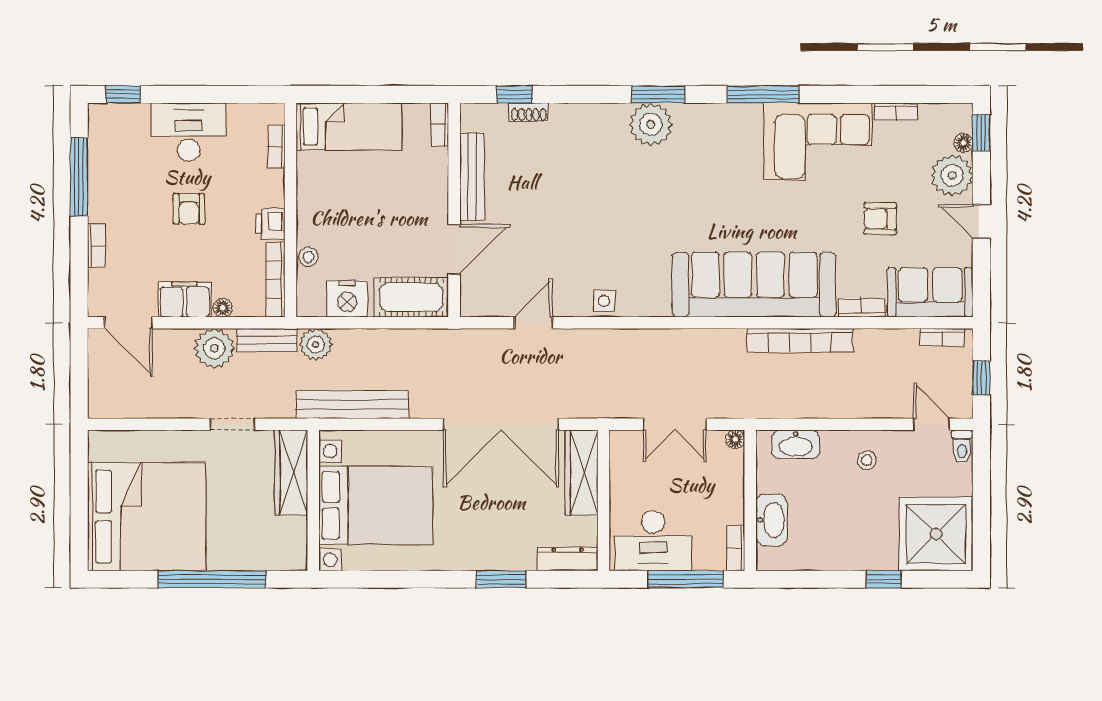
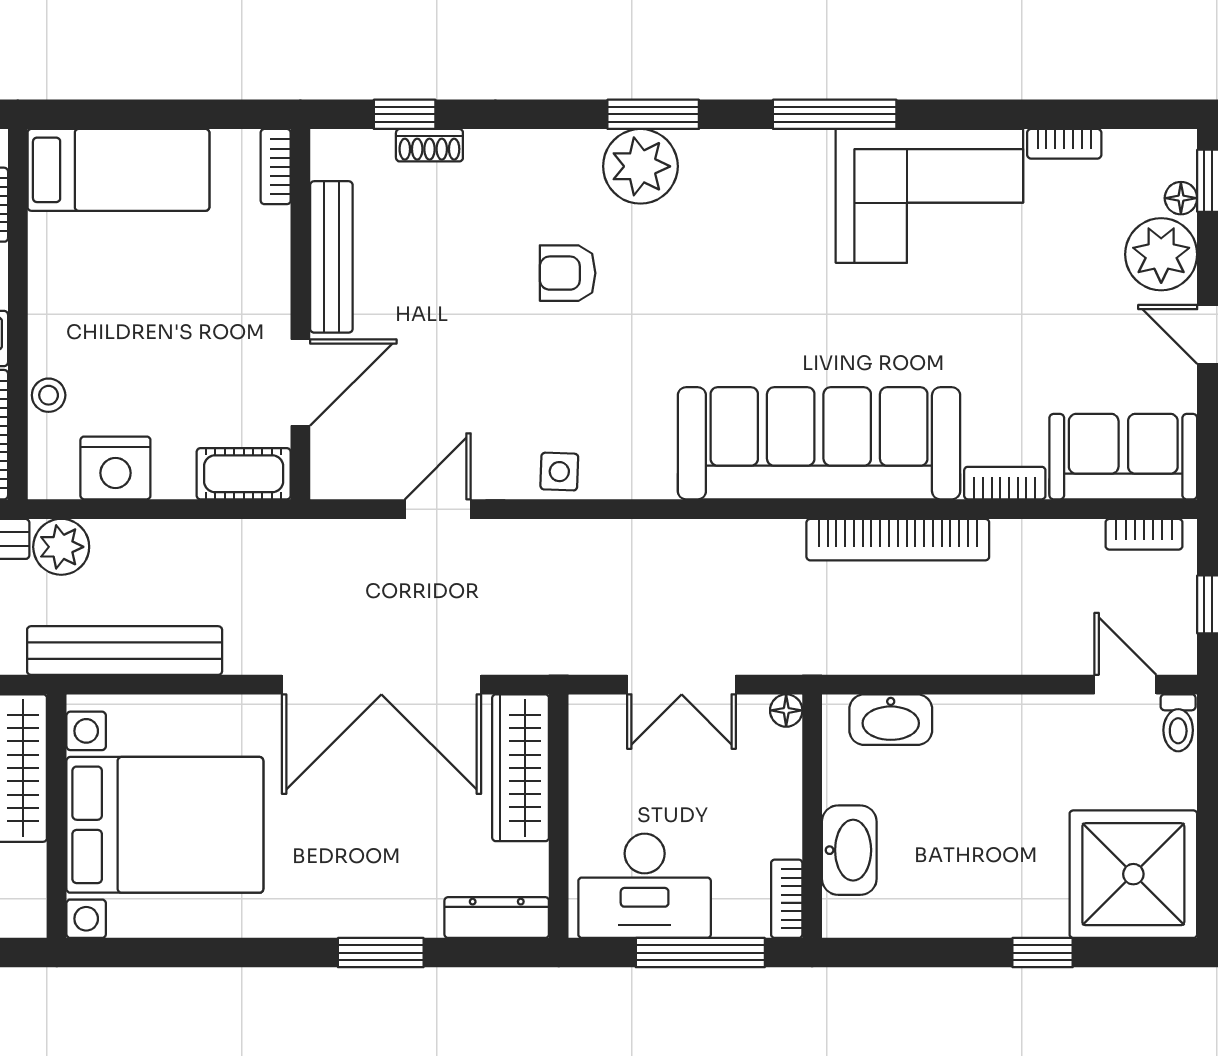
armchair: (880, 219) -> (568, 273), moved
cot: (411, 297) -> (244, 474), width x0.73, depth x0.75
stool: (867, 460) -> (1014, 747), removed

